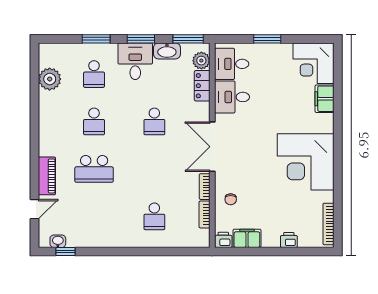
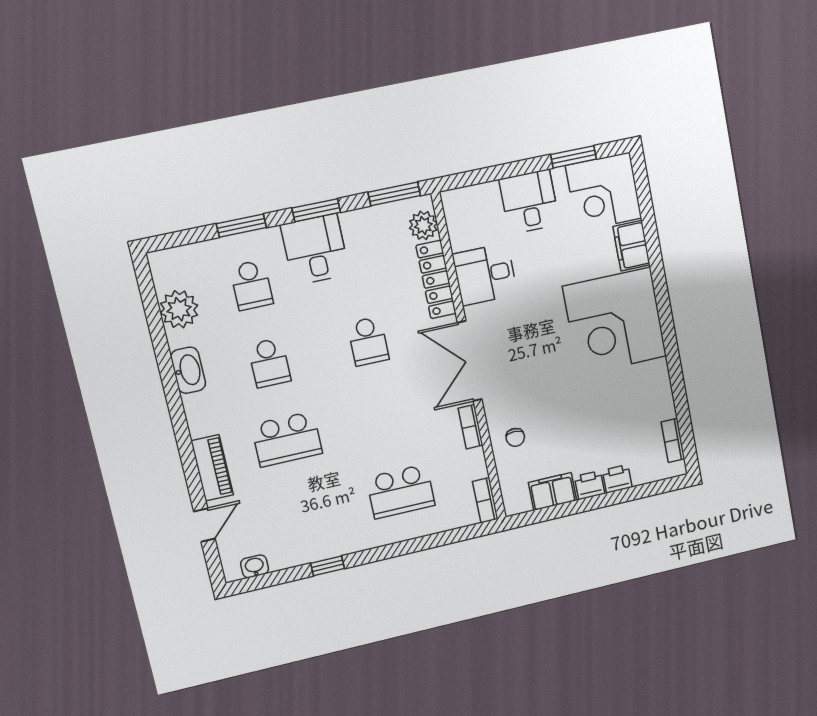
window: (267, 39) -> (574, 157), moved
washbasin: (167, 51) -> (188, 370), moved, turned -90
desk: (232, 64) -> (529, 202), moved, turned 90
locker: (202, 86) -> (436, 280), width x1.53
corner desk: (306, 162) -> (615, 321), moved
bookcase: (205, 214) -> (485, 500), moved
school desk: (154, 216) -> (401, 491), width x1.85
bookcase: (328, 224) -> (673, 440), width x0.64
printer: (223, 240) -> (590, 485), moved
window: (66, 252) -> (328, 566), moved

